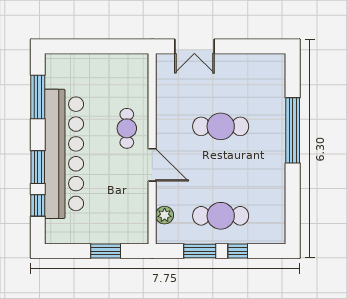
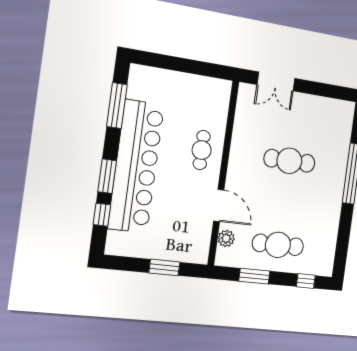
door: (152, 165) -> (219, 205), moved
window: (238, 251) -> (306, 281), moved

